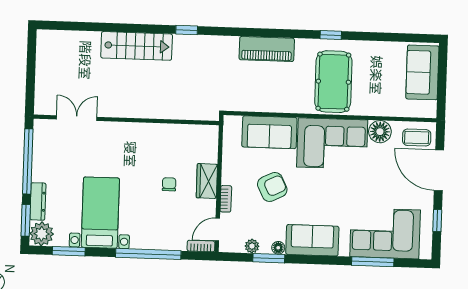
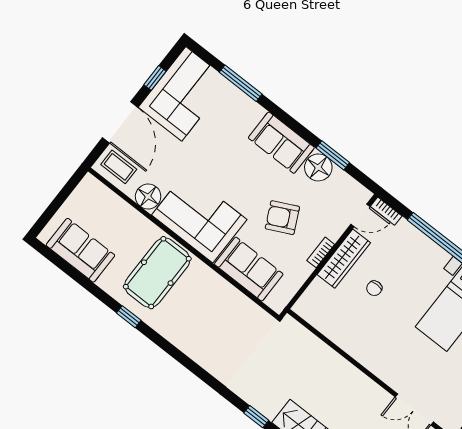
piano: (267, 49) -> (196, 346), removed
sofa: (422, 72) -> (80, 250), moved, turned -90
wardrobe: (207, 181) -> (344, 259), width x1.50
bookcase: (226, 199) -> (321, 252), moved
corner sofa: (385, 233) -> (184, 94), moved, turned -90
plant: (252, 246) -> (340, 177), removed
floor lamp: (278, 248) -> (318, 167), width x1.89, depth x1.89

